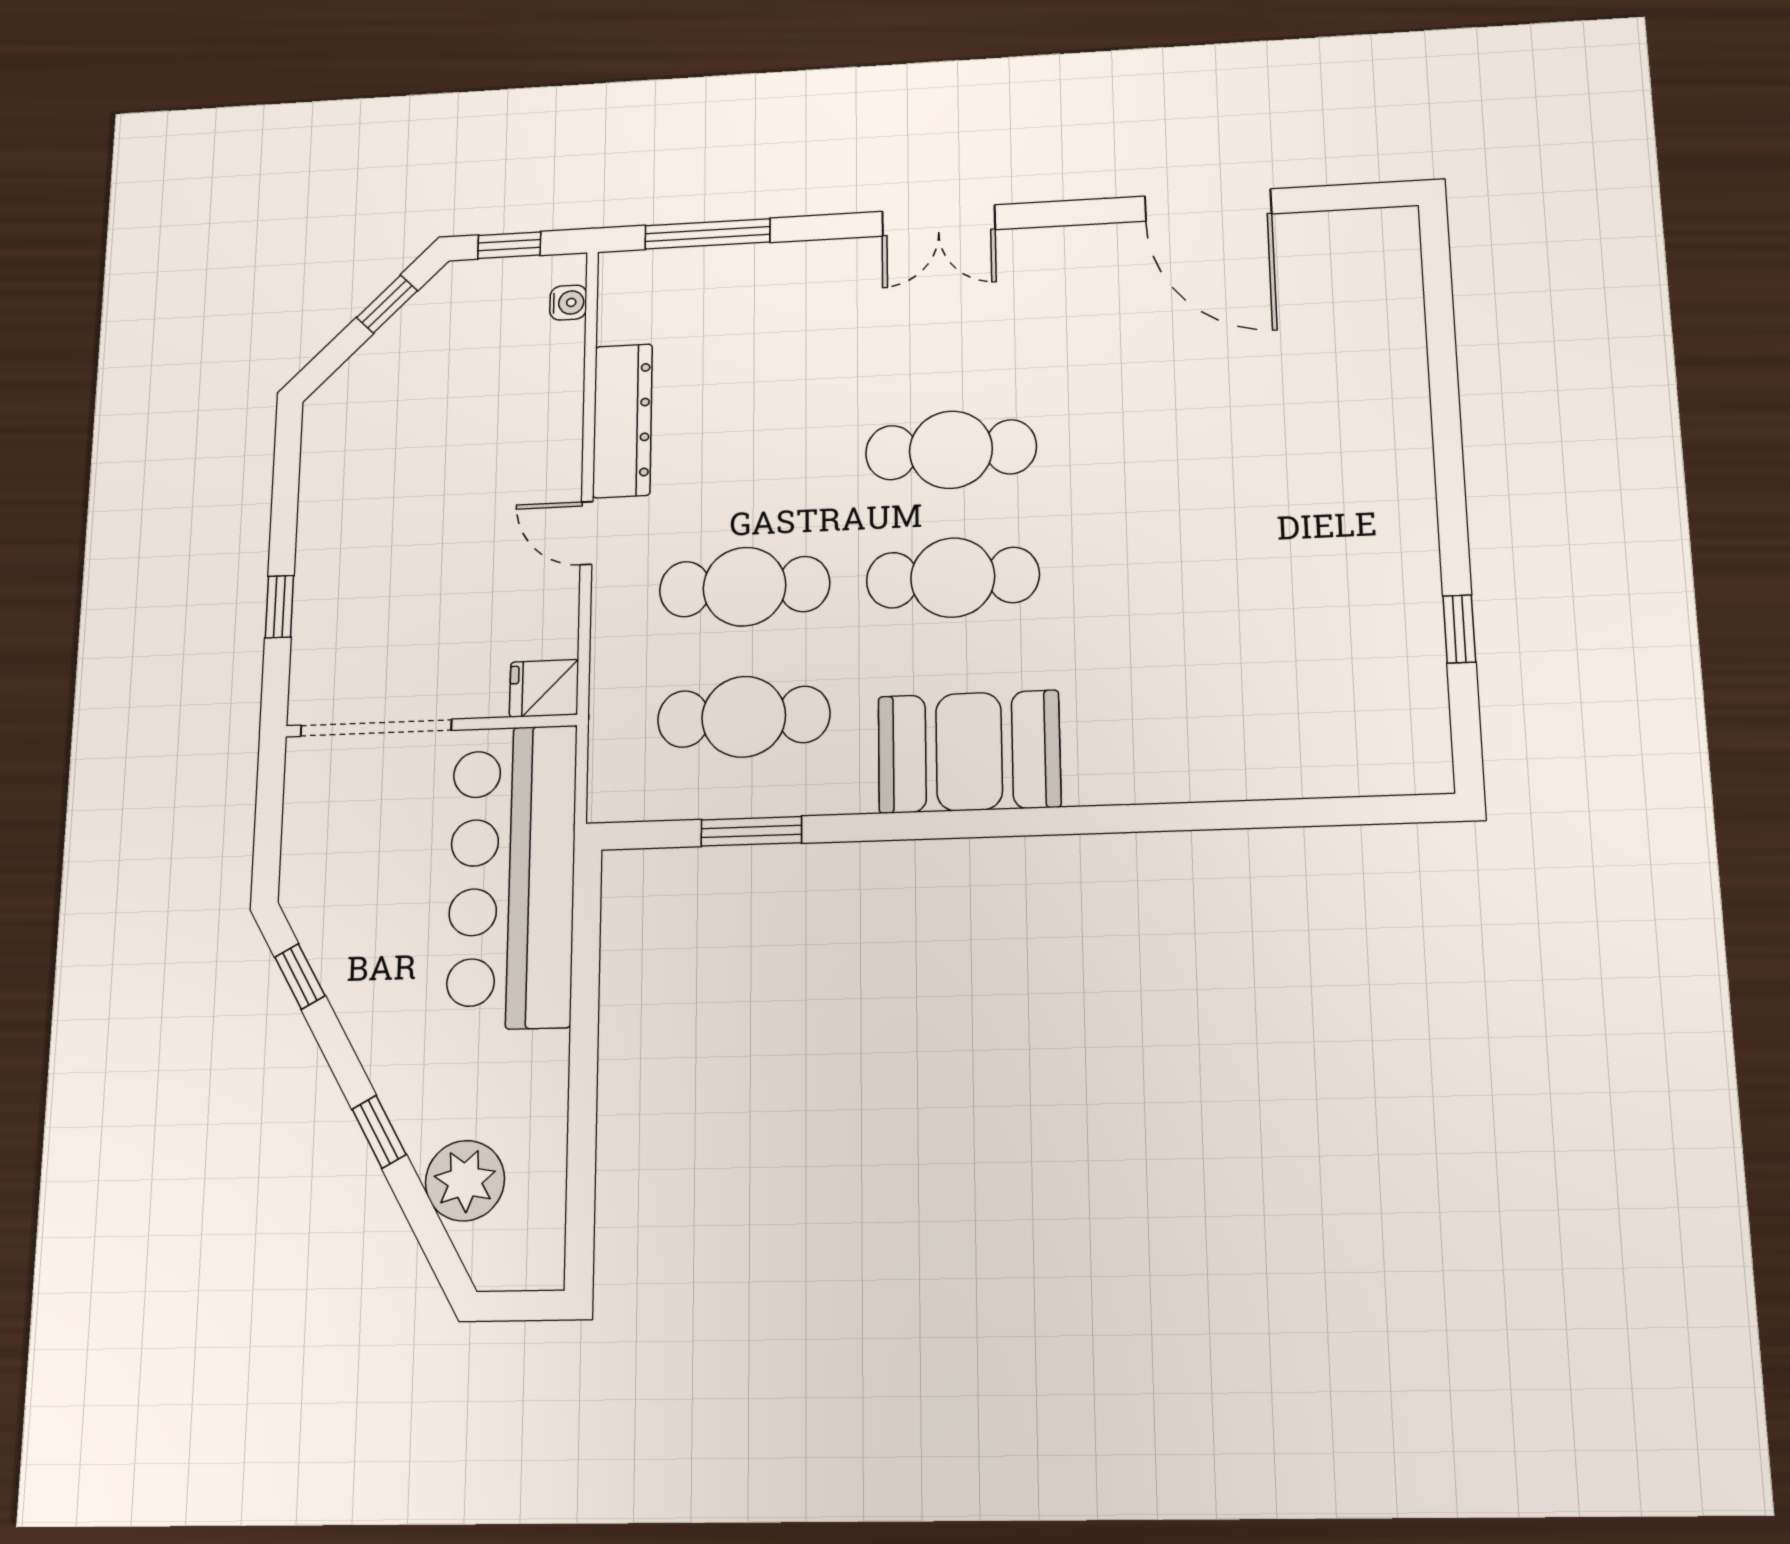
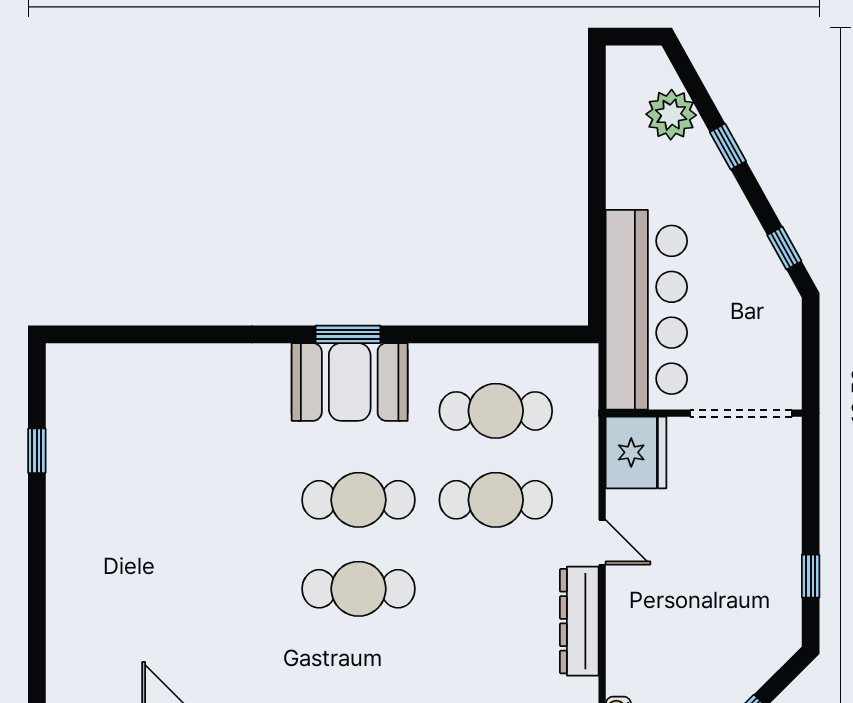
window: (279, 607) -> (811, 576), moved
fridge: (544, 688) -> (636, 452), width x1.88, depth x1.34
window: (751, 831) -> (348, 334), moved

